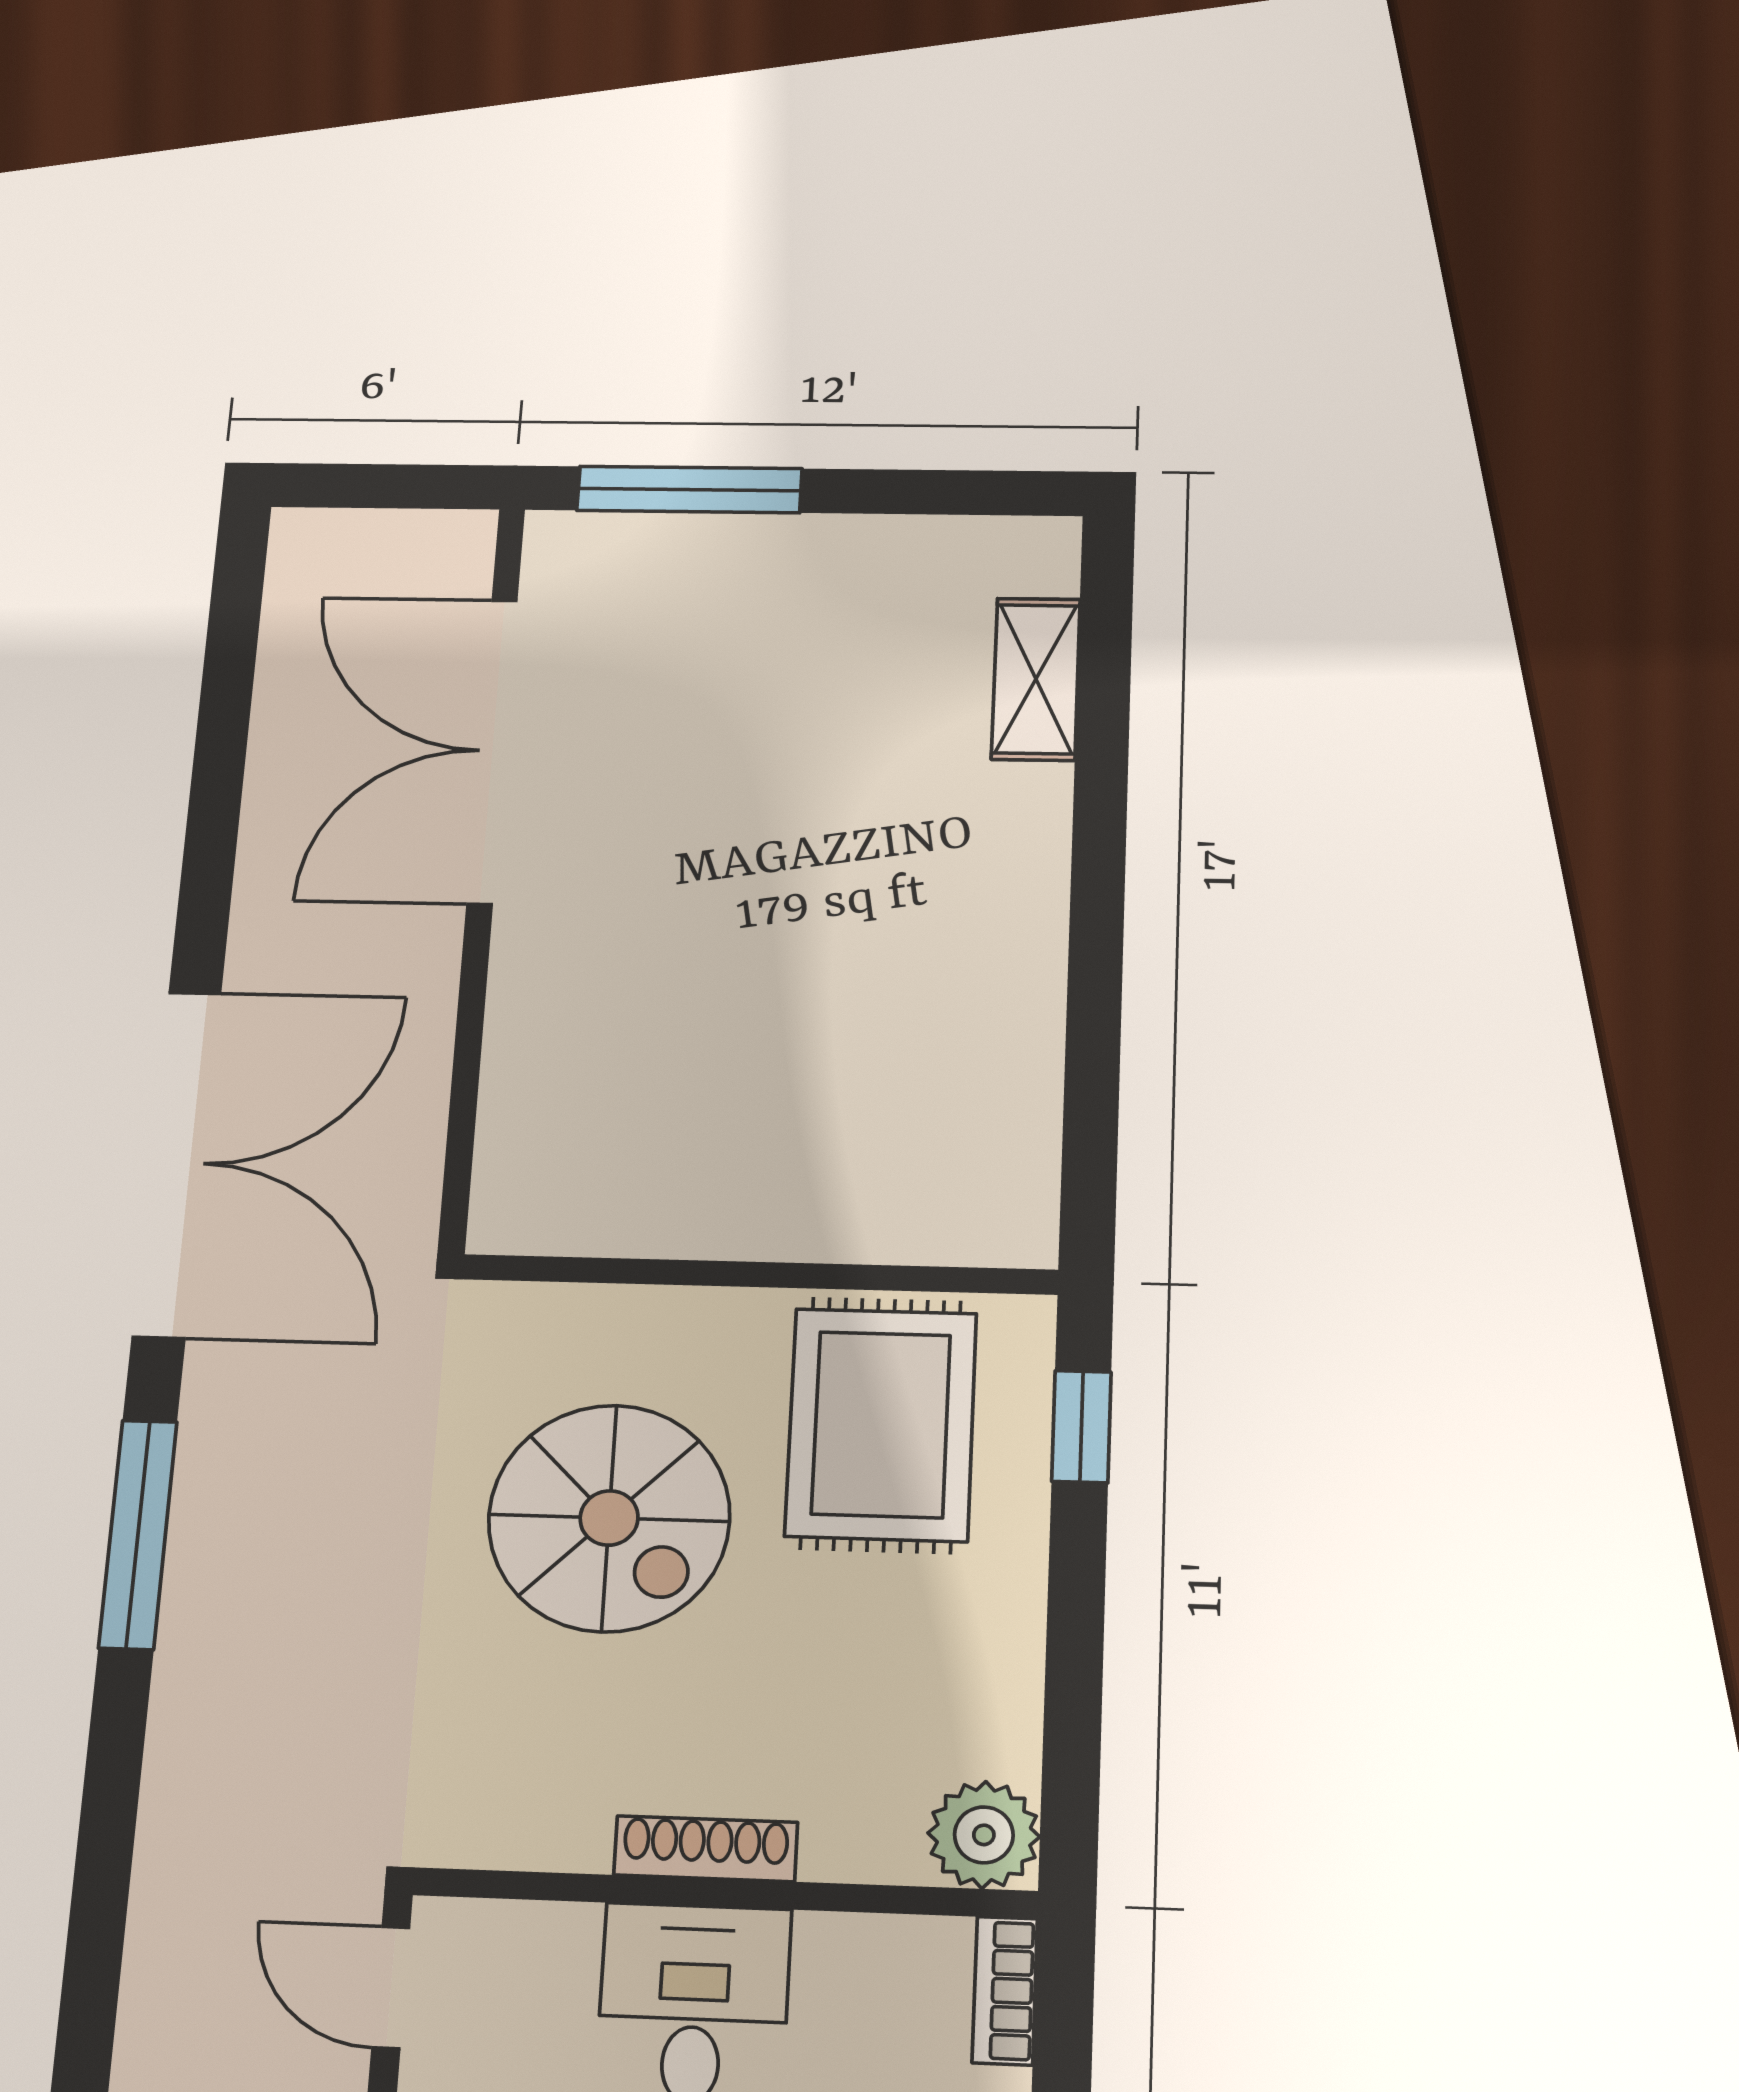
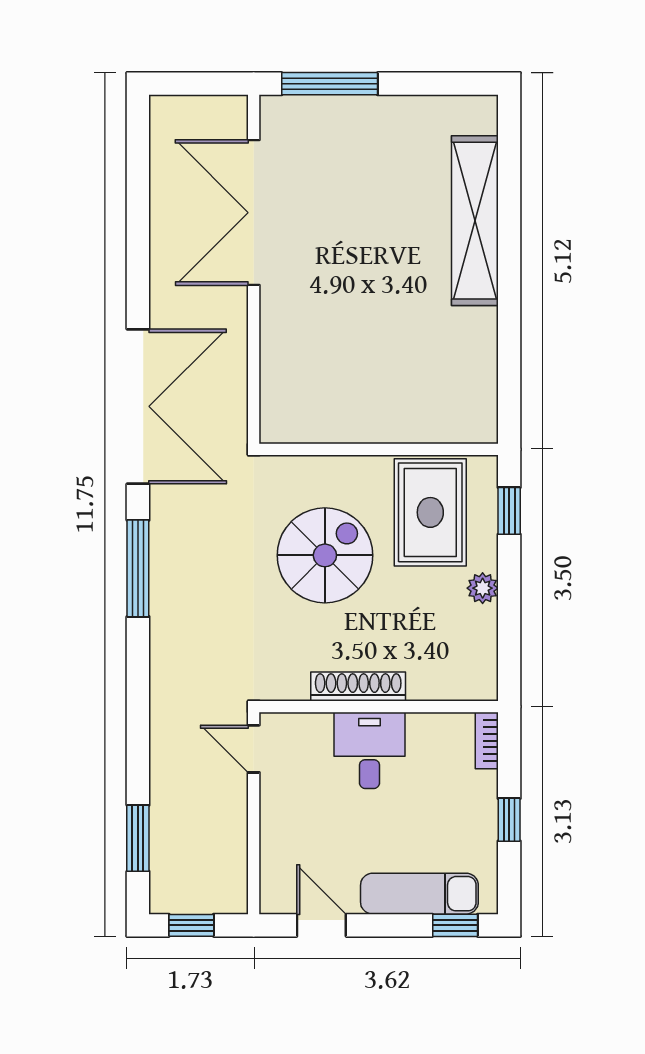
shelving: (1036, 679) -> (475, 221), width x2.20, depth x1.33
spiral stairs: (609, 1518) -> (325, 555), turned -90
plant: (984, 1835) -> (483, 588), moved, width x0.73, depth x0.73
shoe rack: (706, 1849) -> (358, 687), width x1.36, depth x1.24

